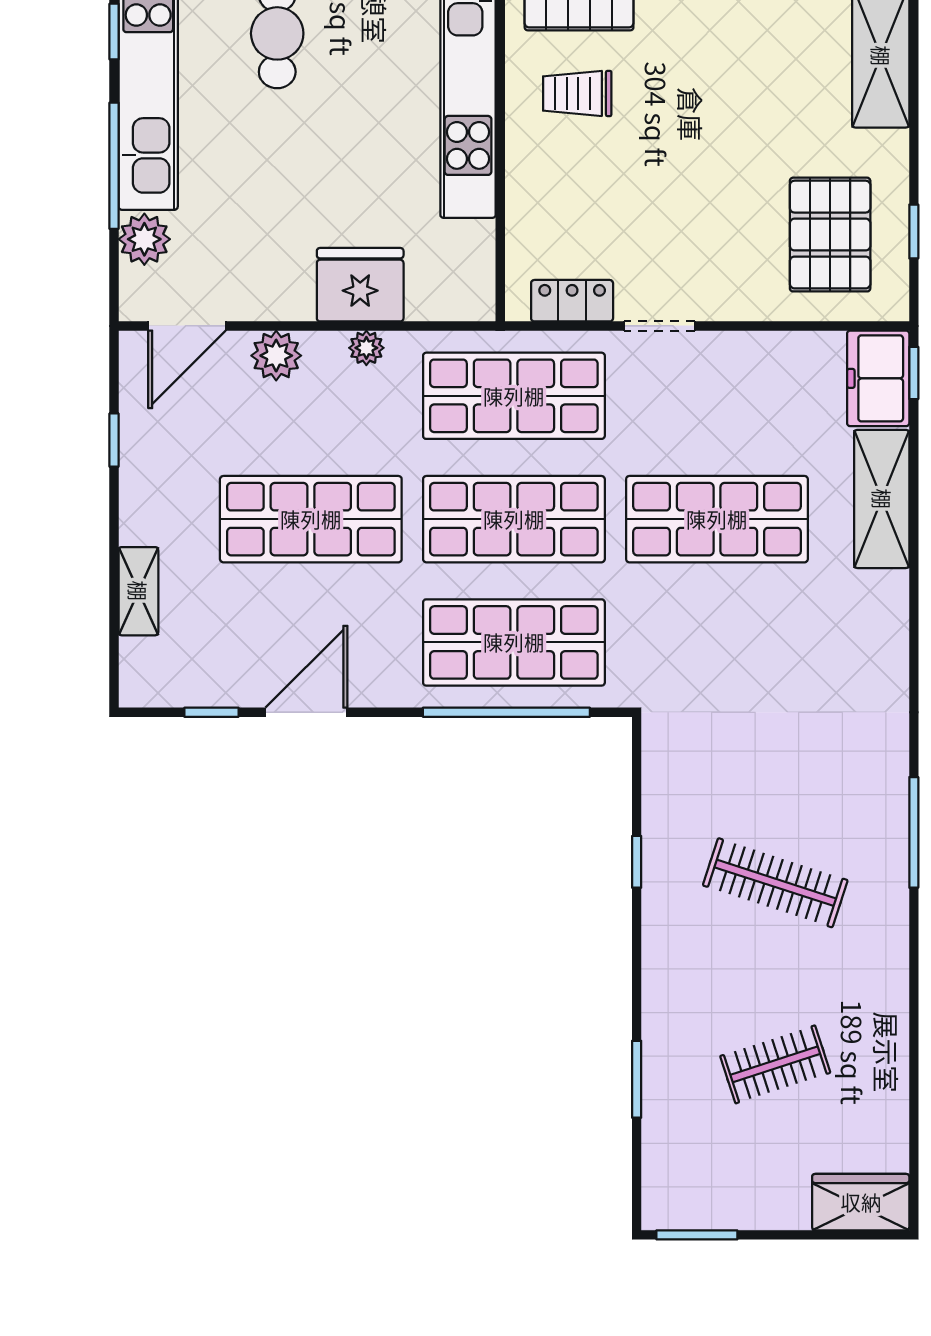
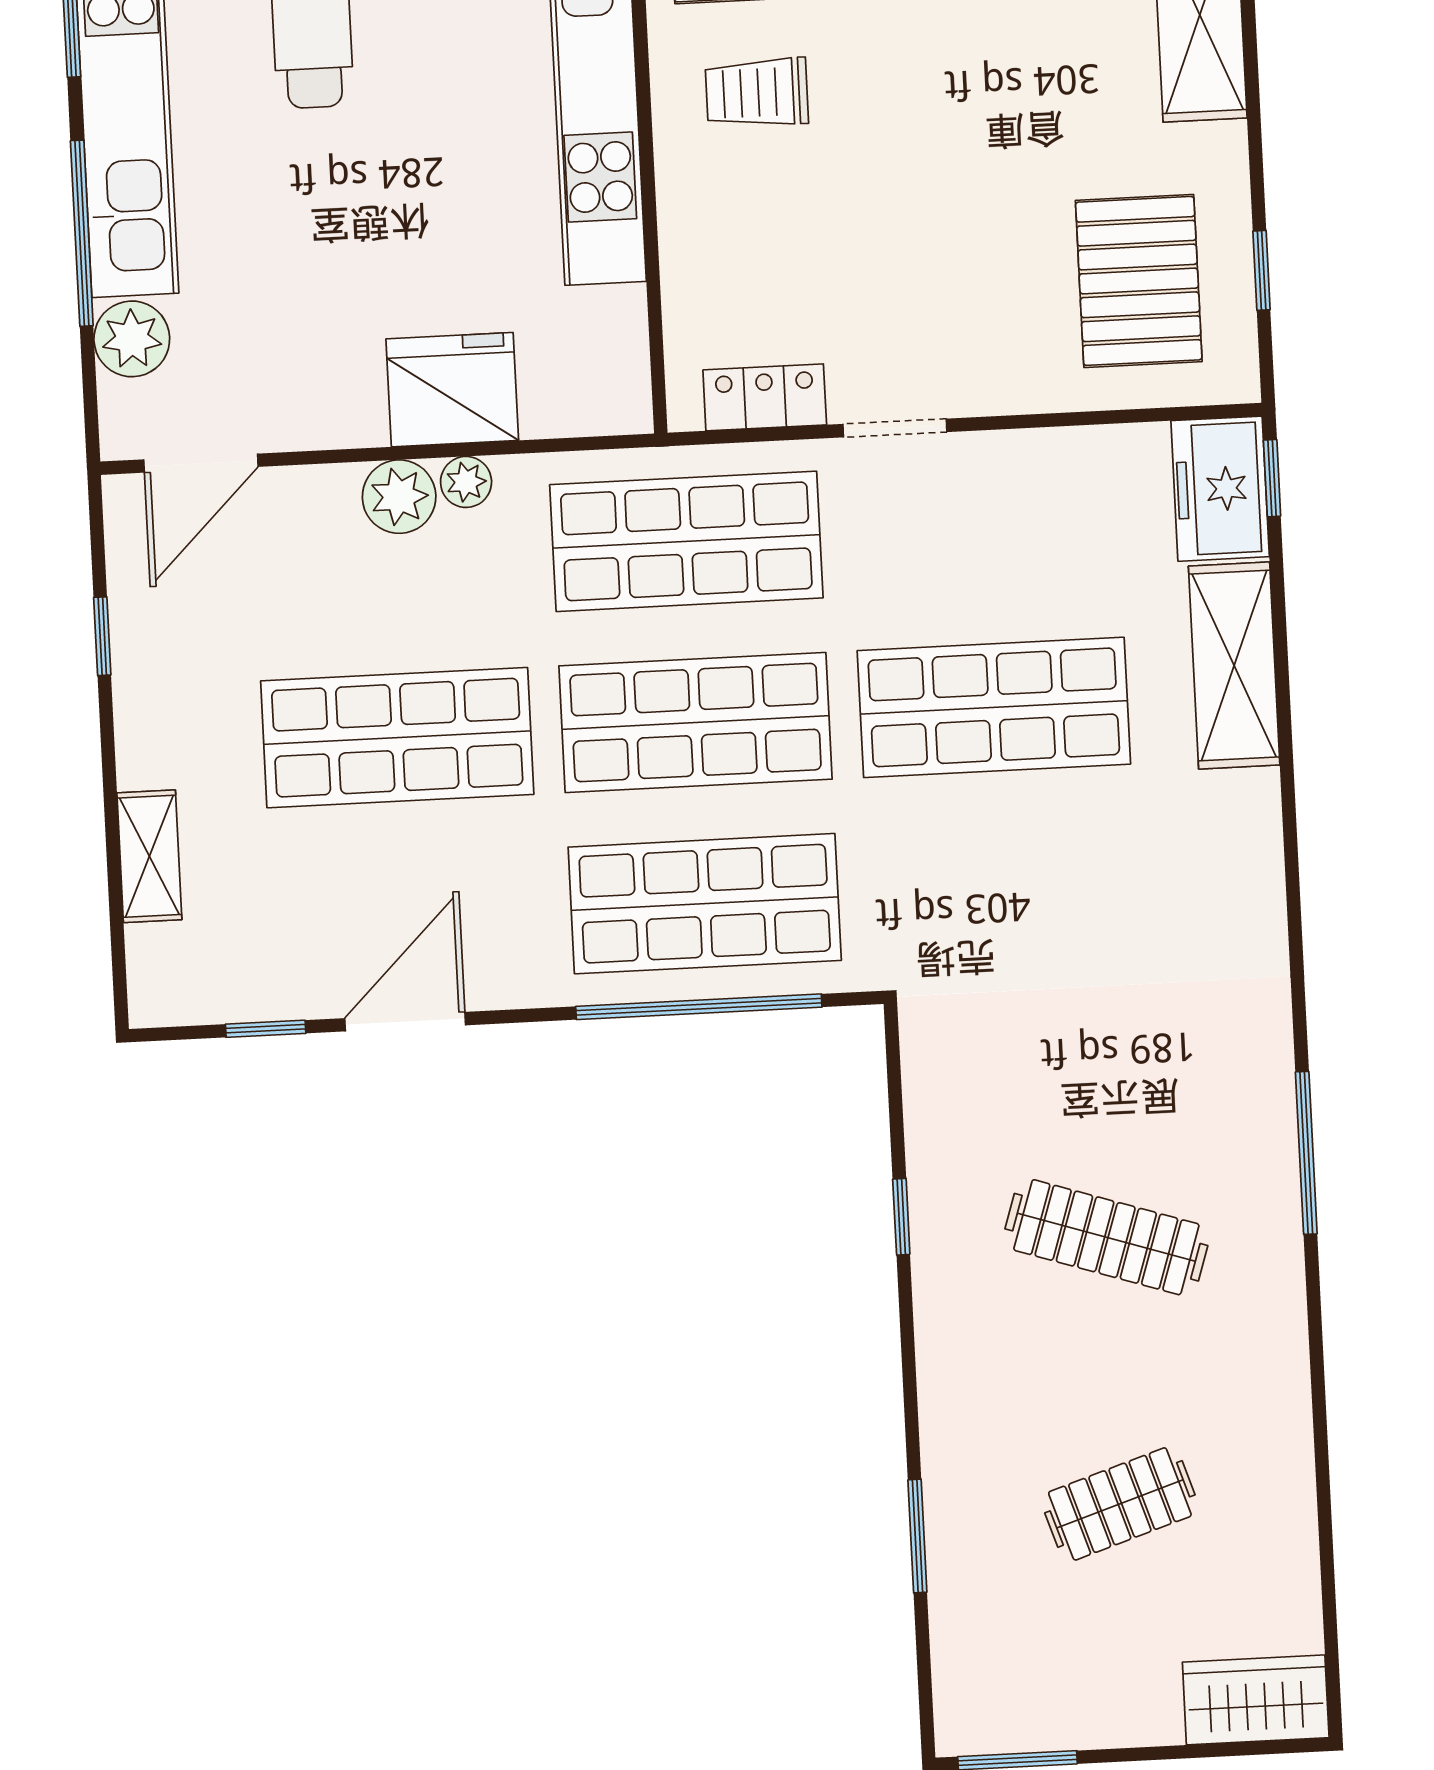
plant: (276, 356) -> (399, 497), moved

